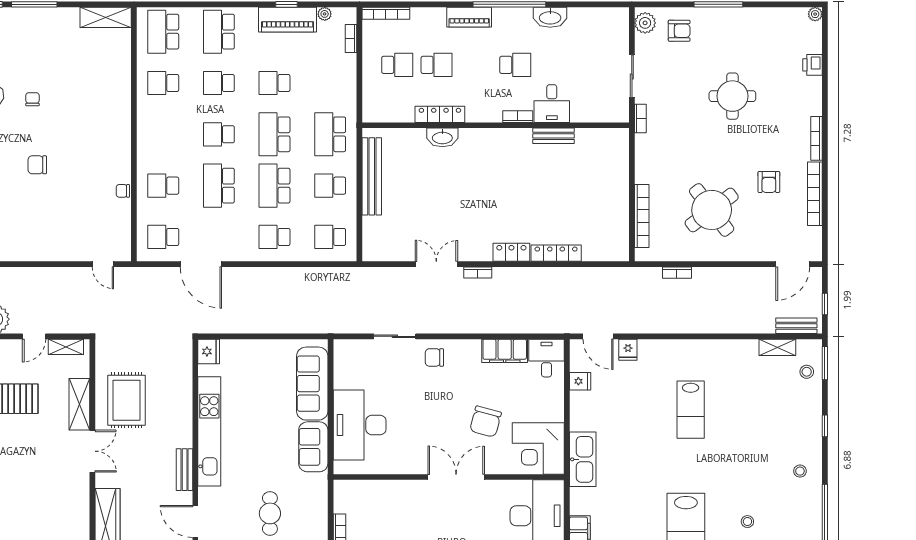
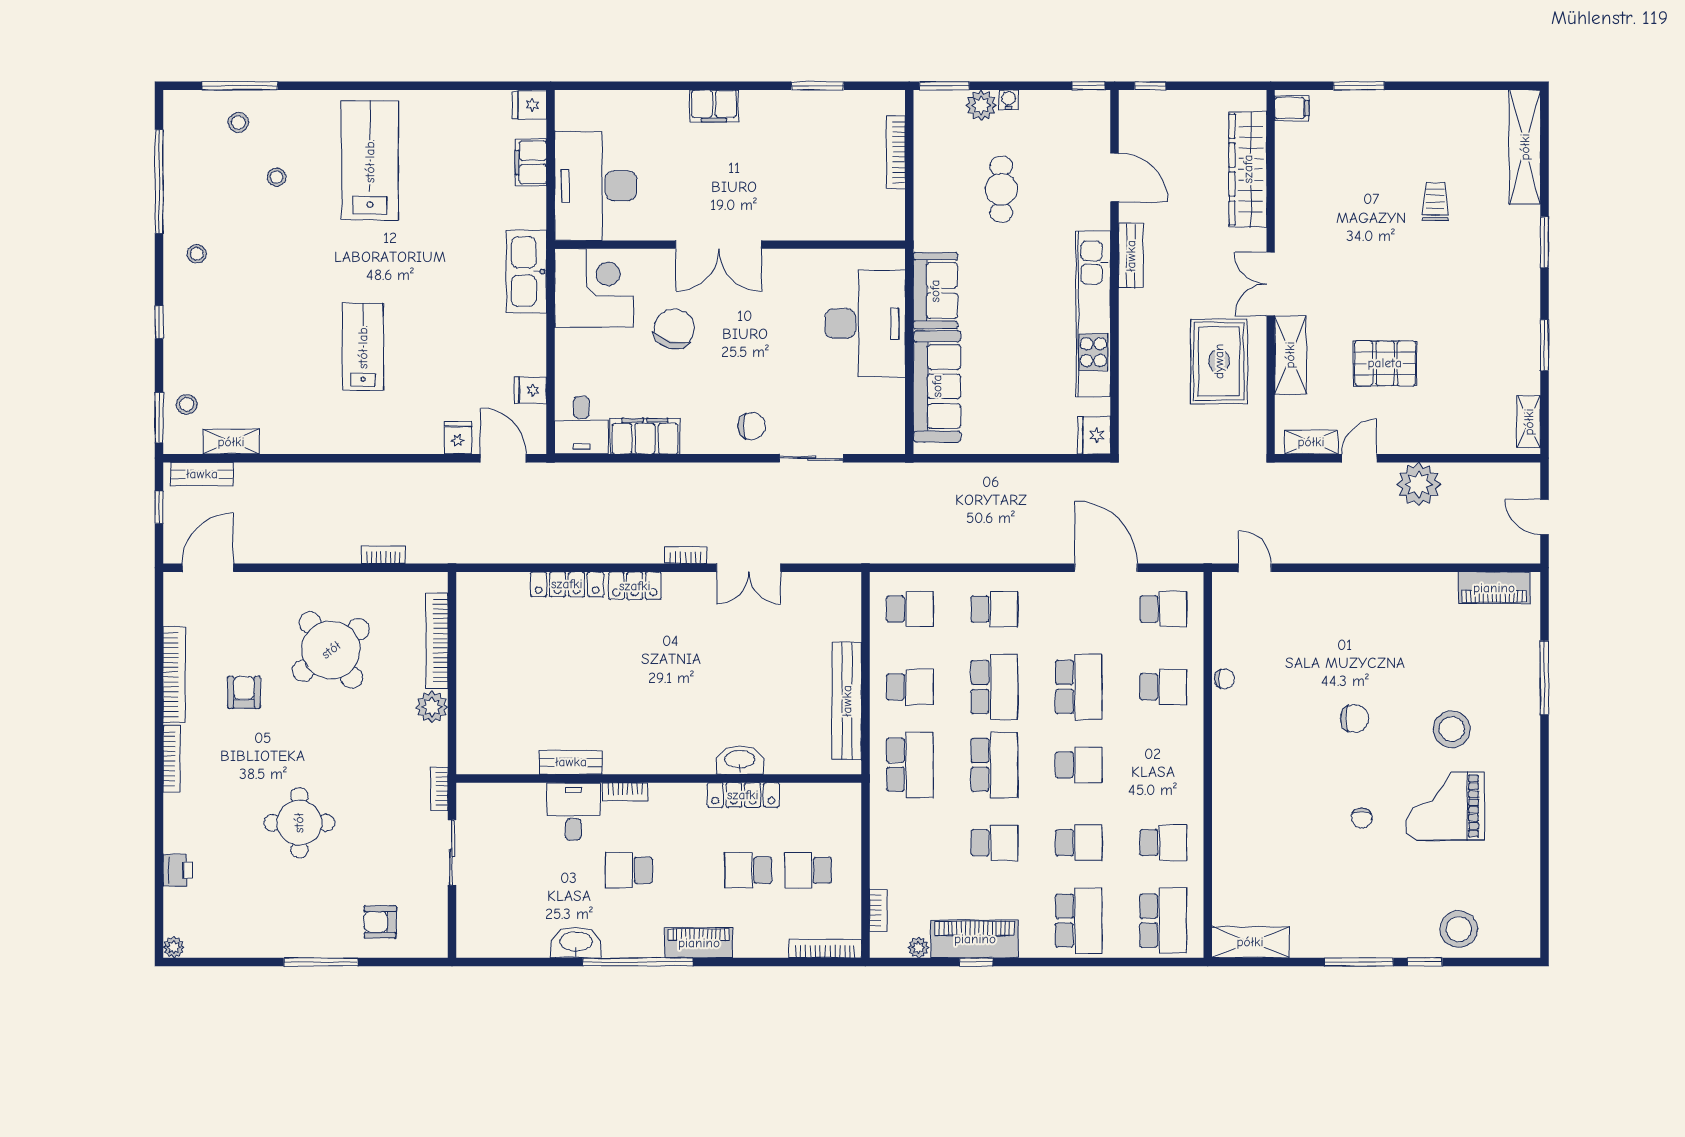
plant: (645, 23) -> (432, 707), moved

